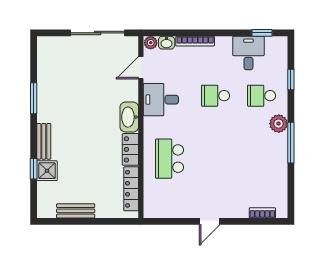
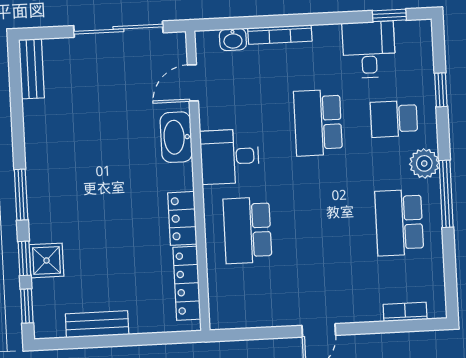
plant: (151, 43) -> (207, 41), removed
school desk: (215, 96) -> (318, 123), width x1.85
window: (34, 98) -> (21, 195), moved
desk: (161, 100) -> (229, 157), moved
washbasin: (129, 117) -> (176, 137), moved
bench: (44, 141) -> (32, 69), moved
school desk: (261, 159) -> (399, 223), added
window: (34, 198) -> (27, 306), added

